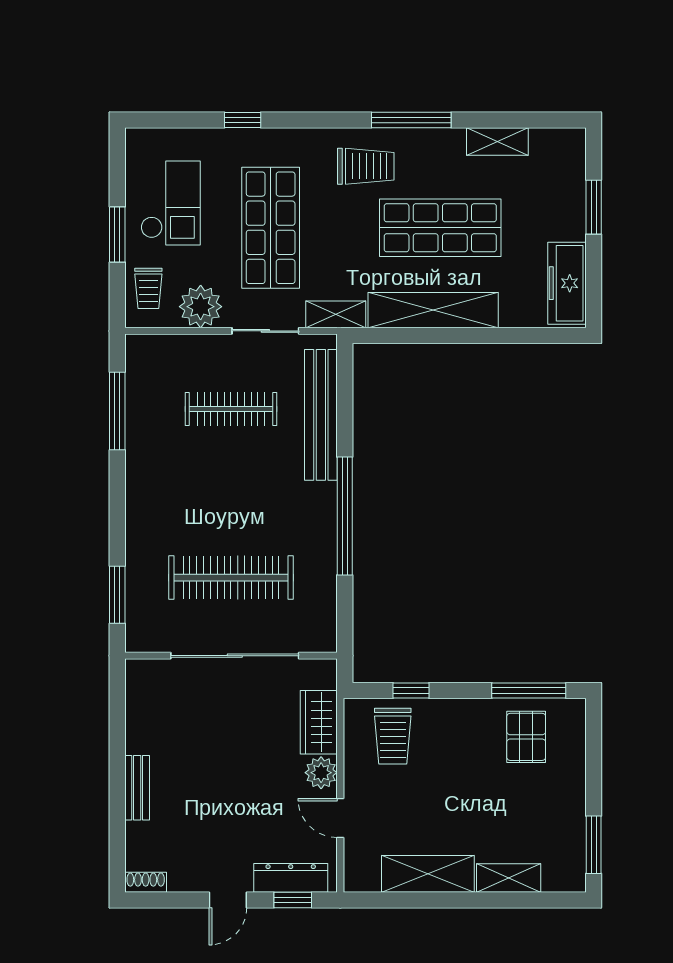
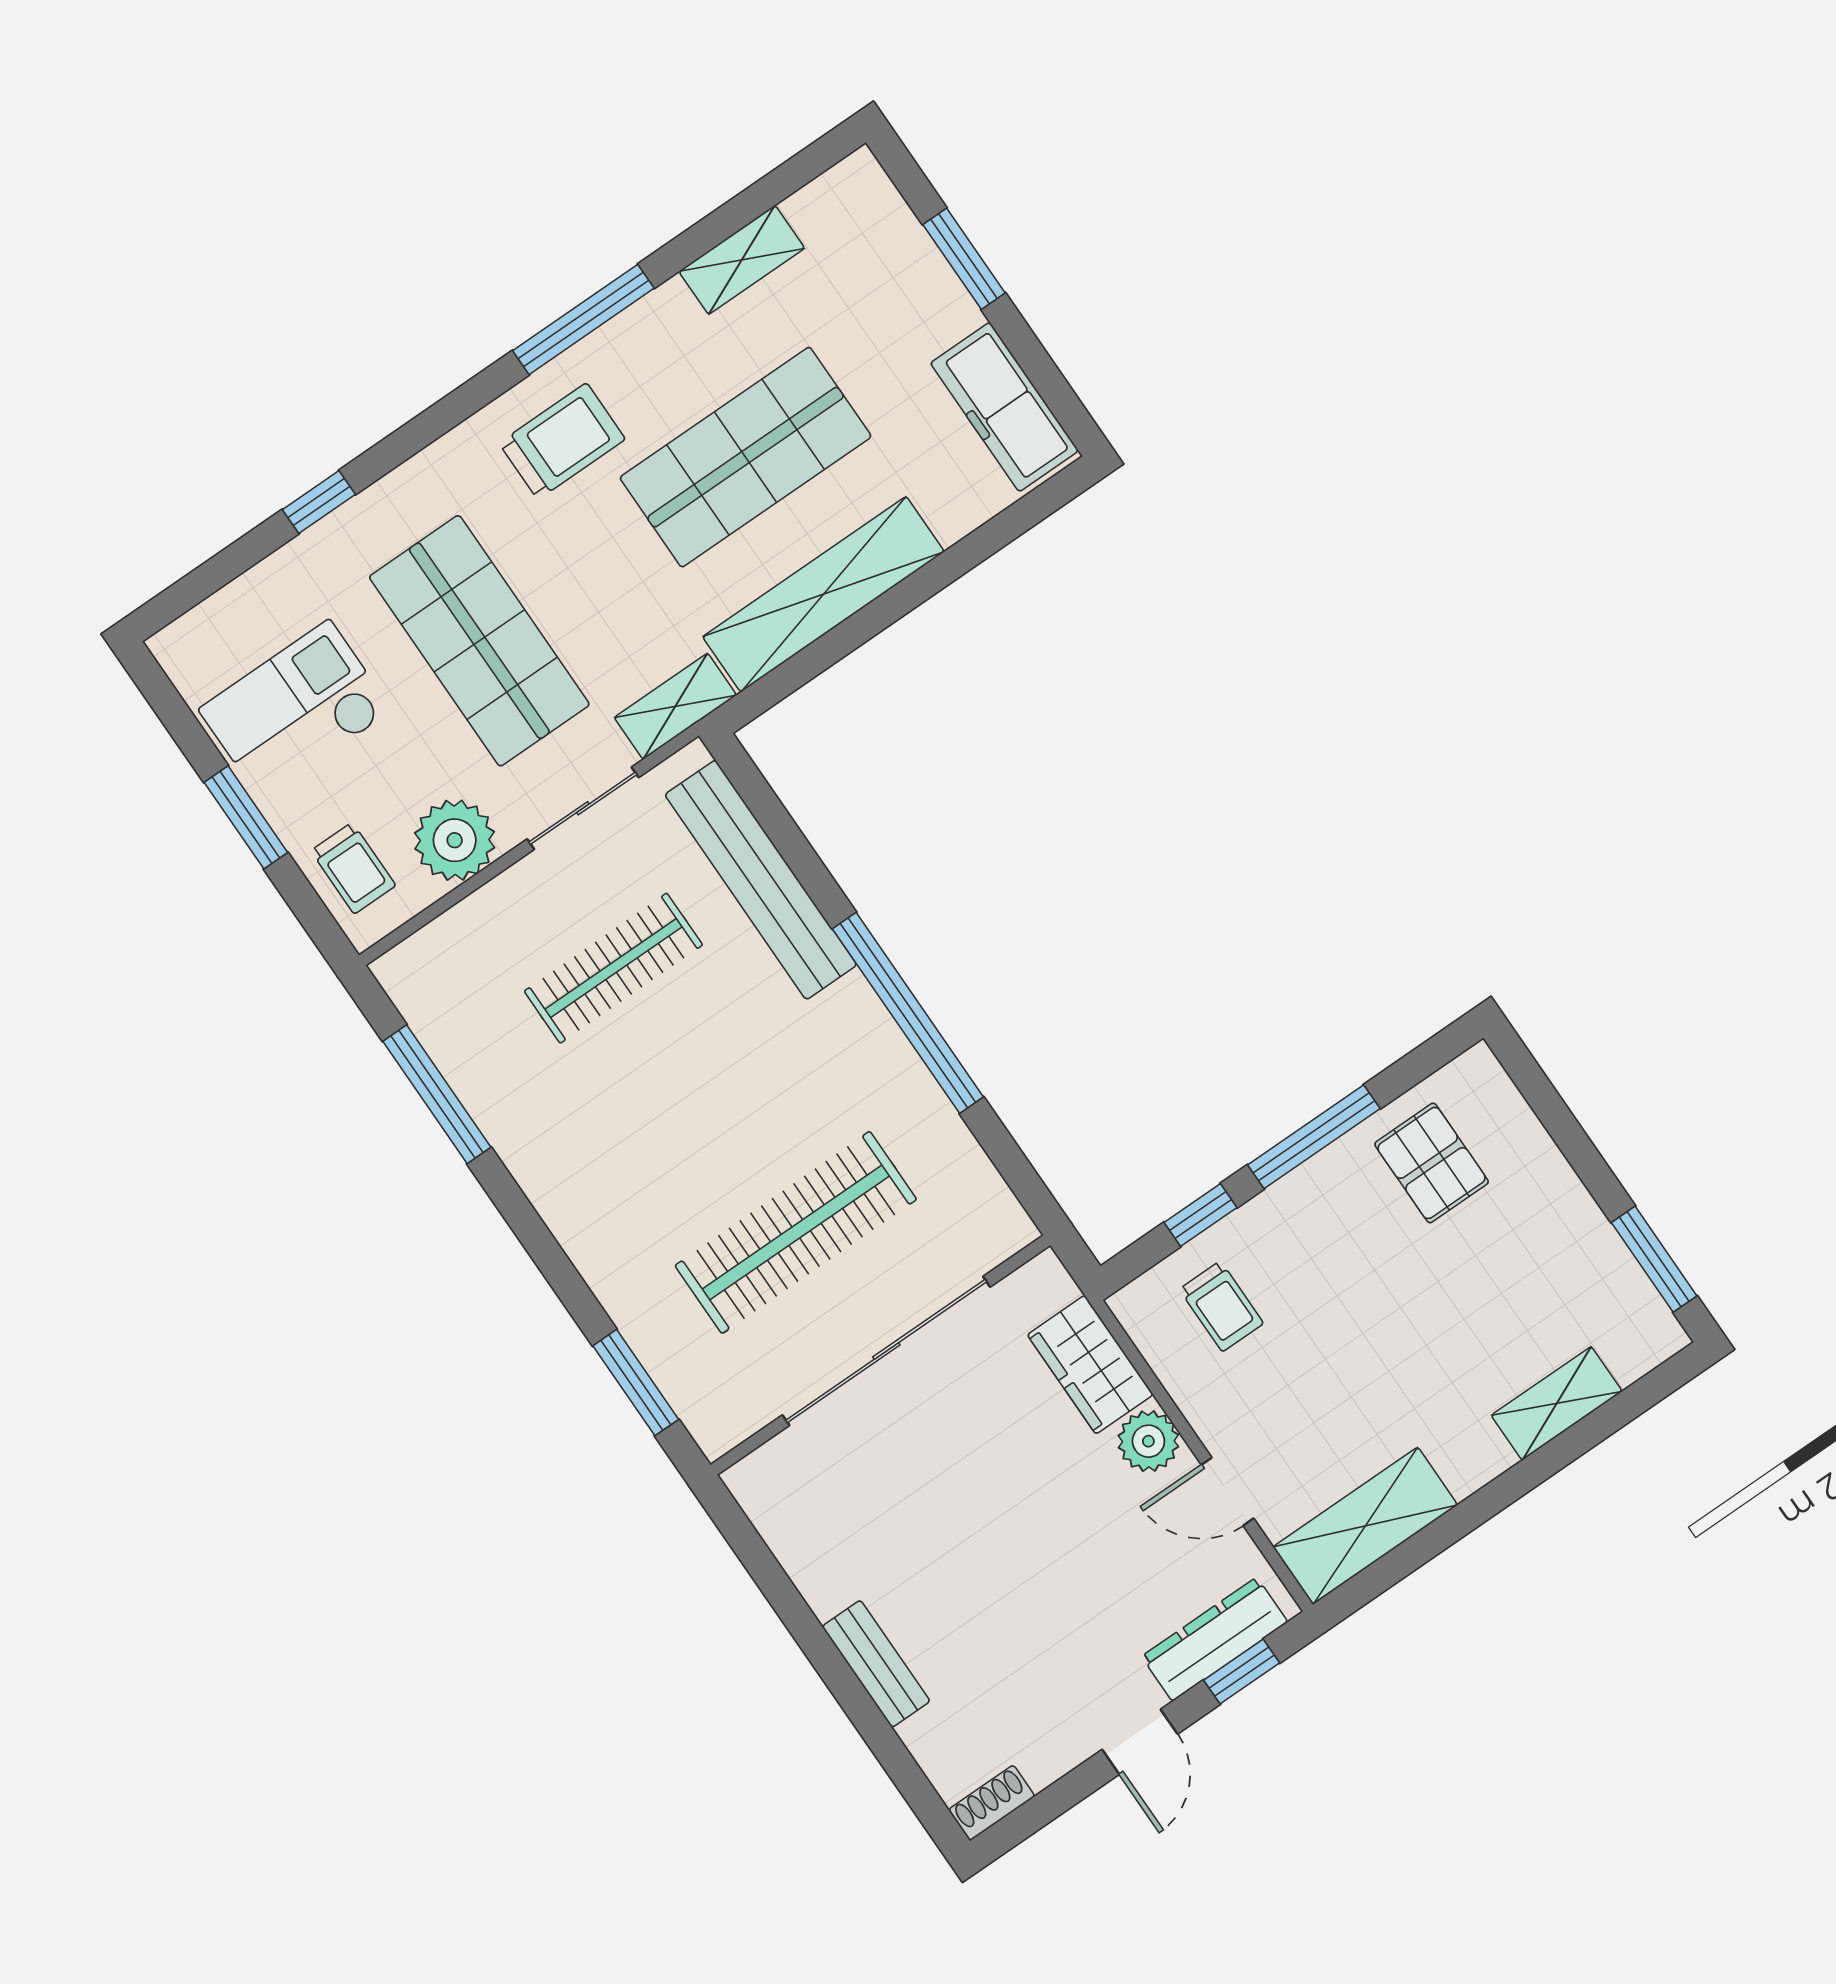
checkout: (171, 203) -> (295, 710), turned -90
window: (529, 691) -> (1314, 1137), moved
trolley: (393, 736) -> (1221, 1306), width x0.73, depth x0.72
shelving: (428, 874) -> (1365, 1526), moved

